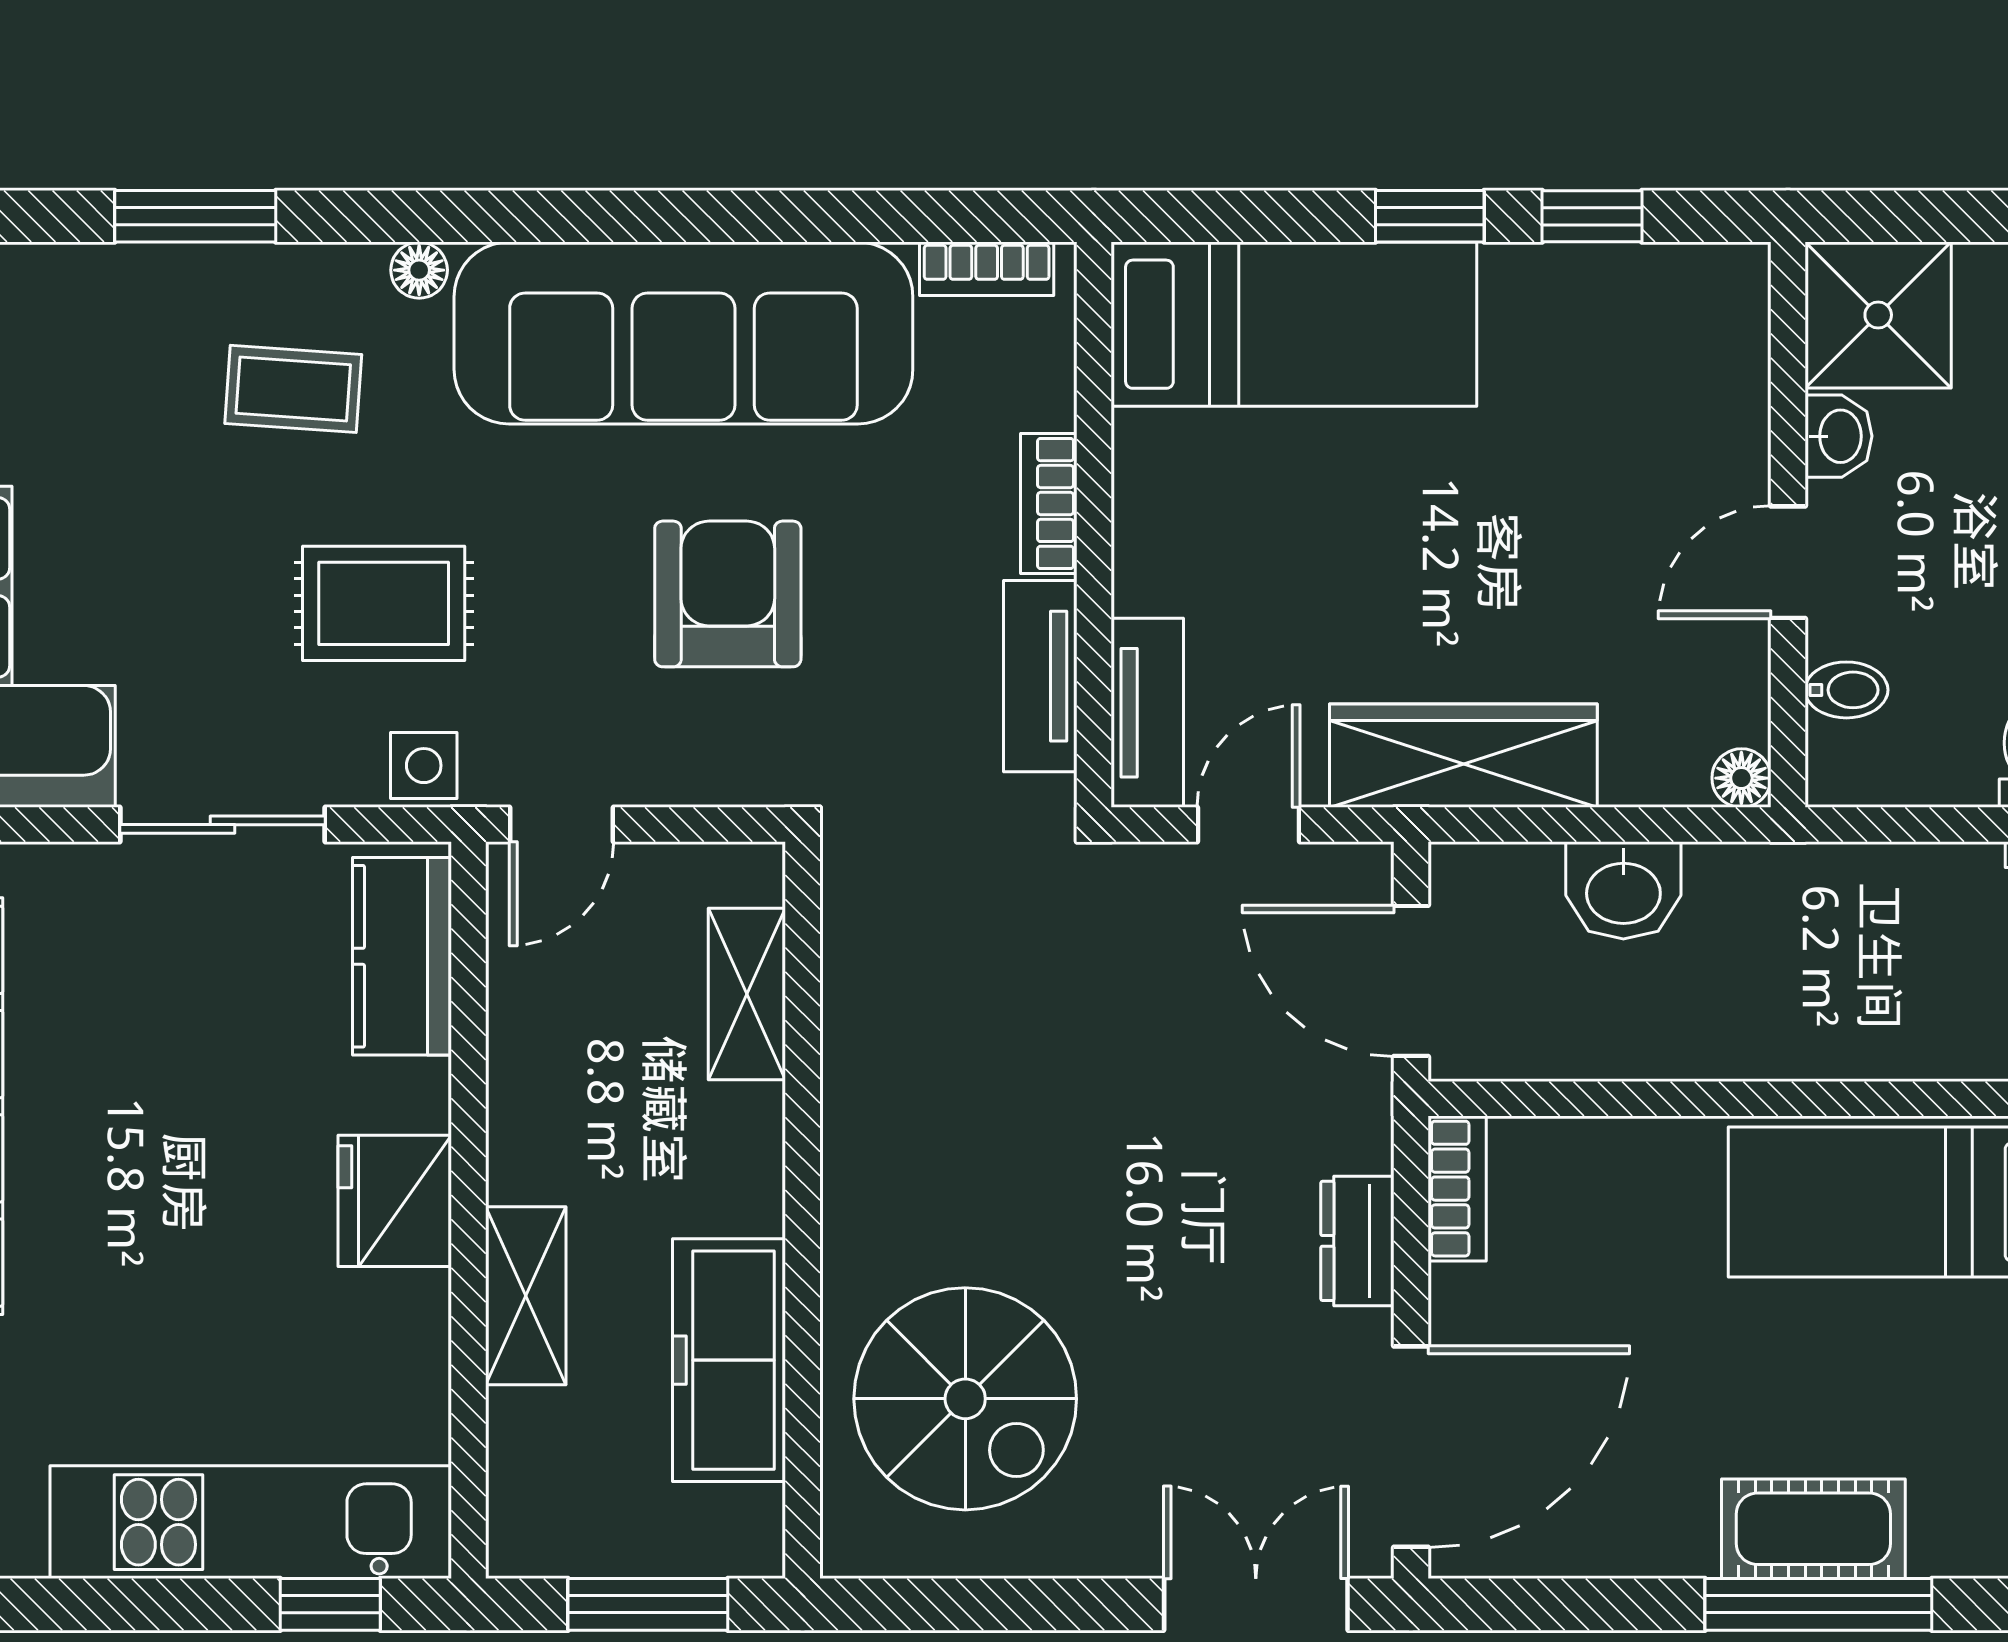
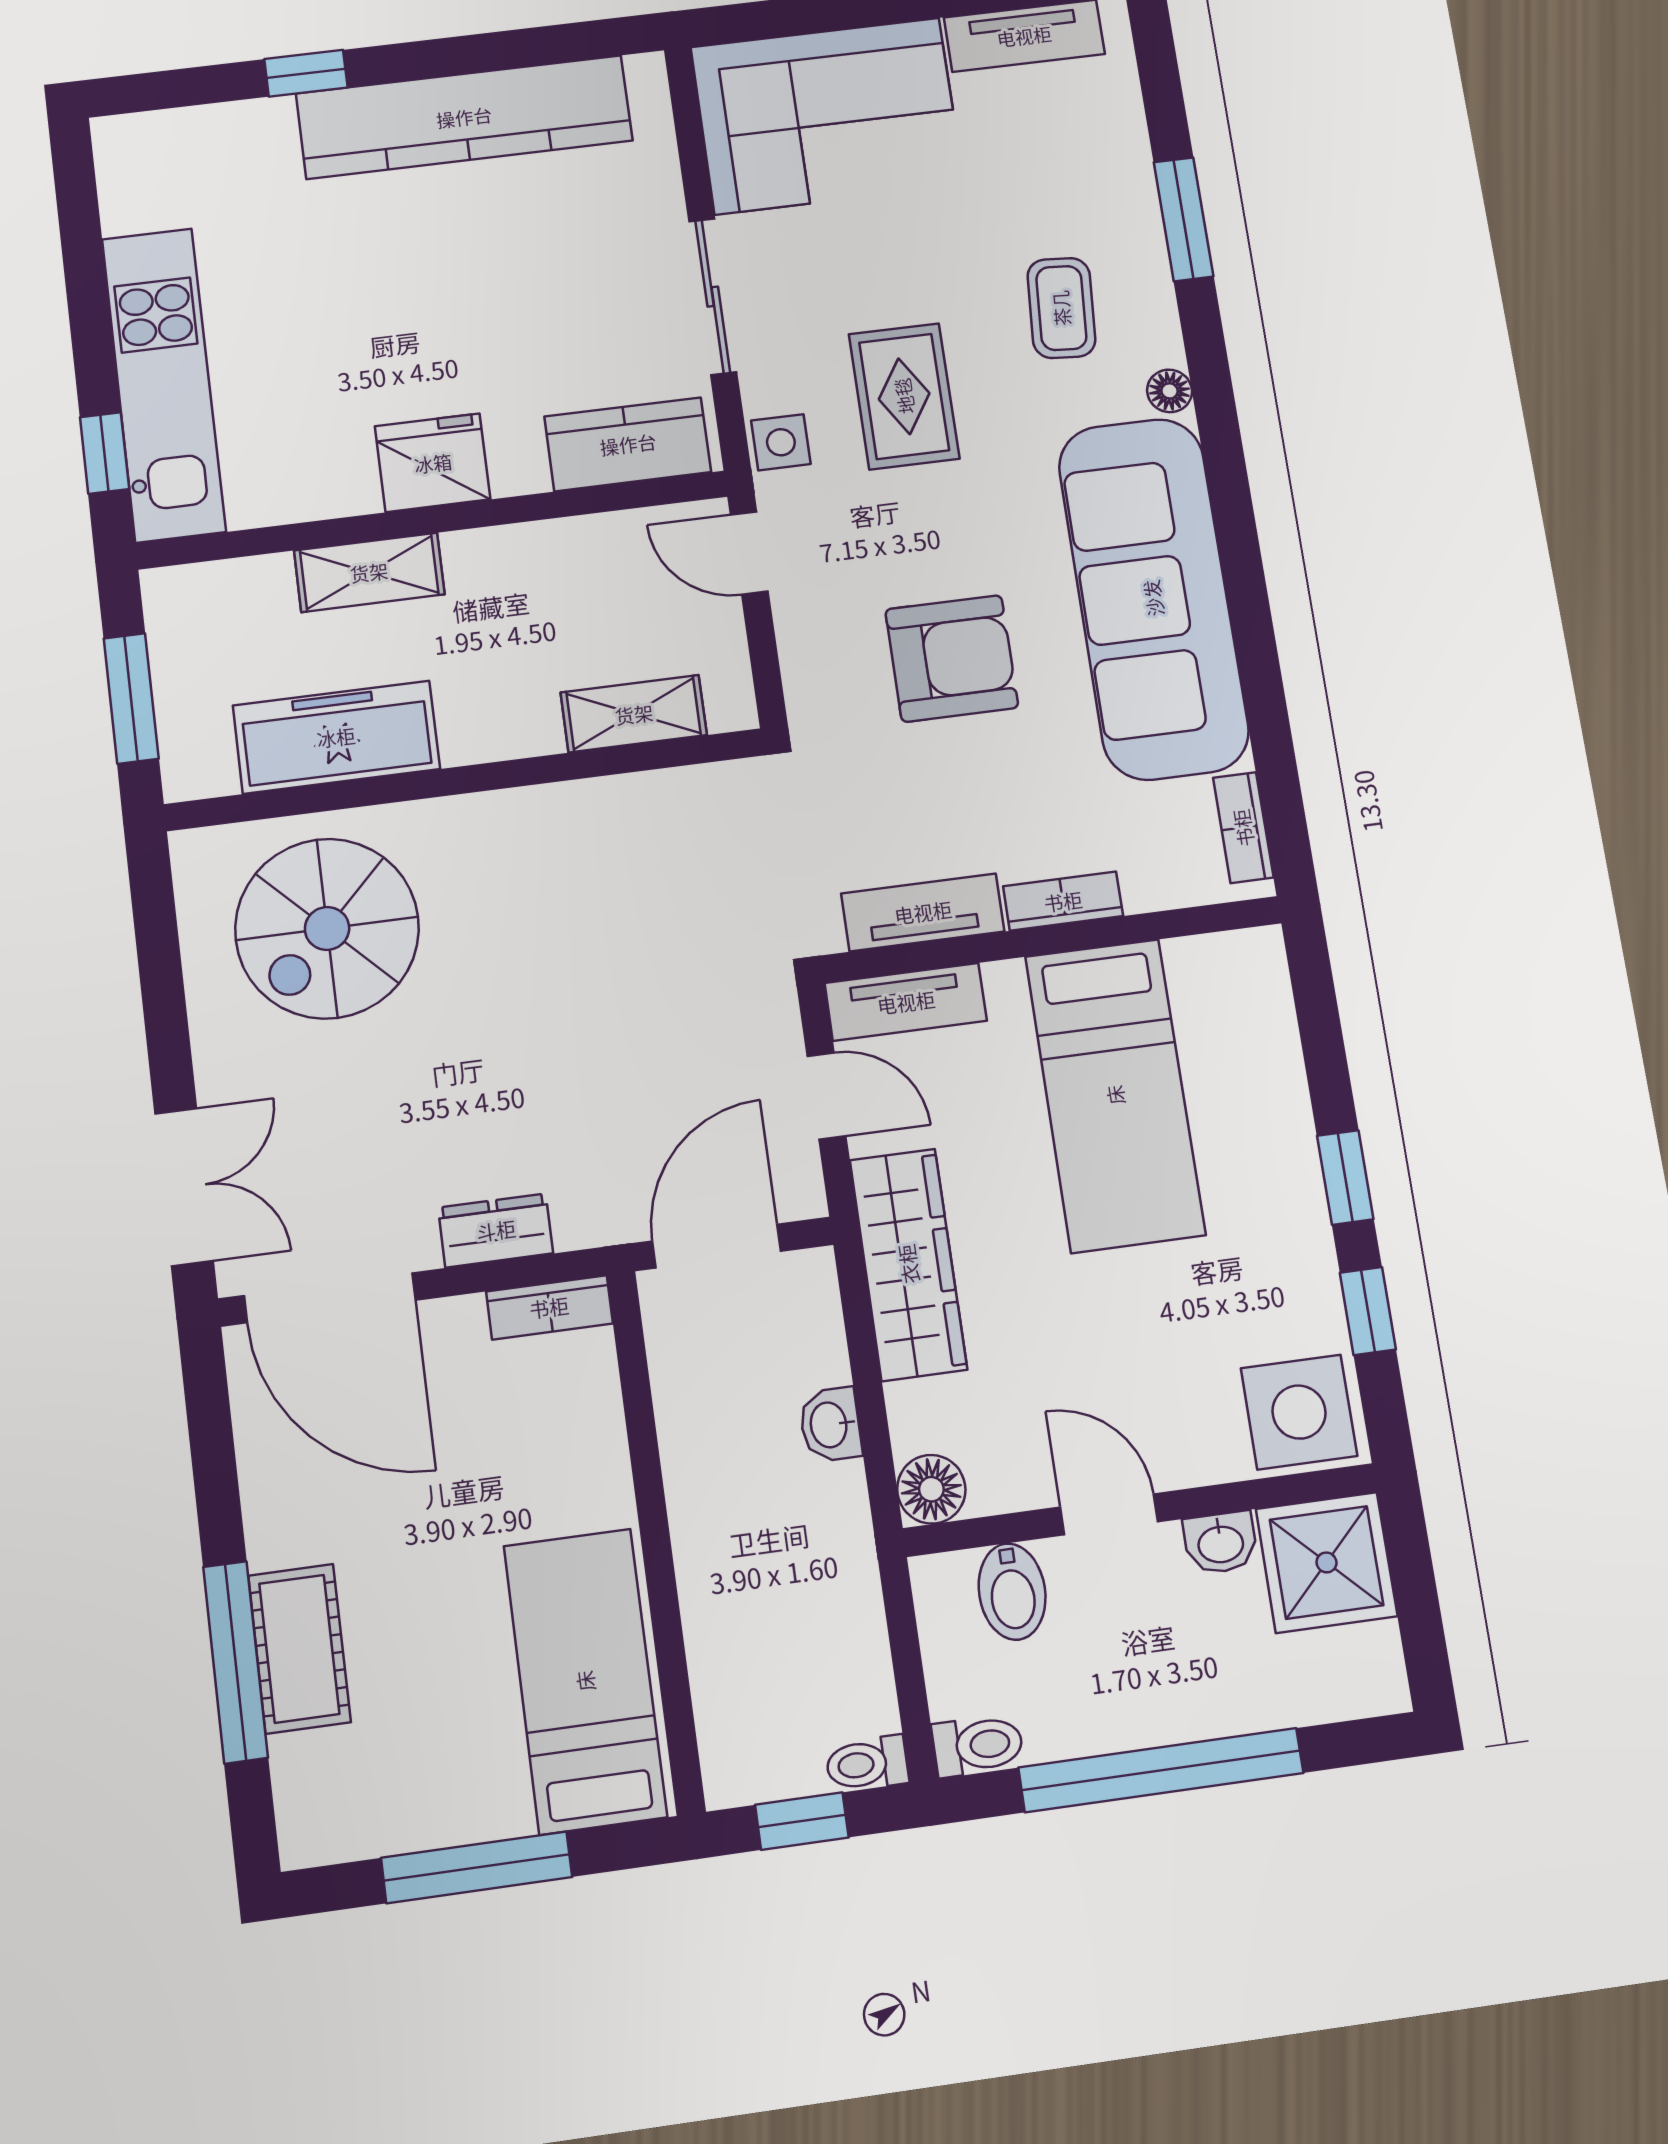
side table: (1700, 318) -> (1299, 1412), added
bed: (1294, 324) -> (1115, 1095), moved
bidet: (1846, 690) -> (1012, 1592), width x1.38, depth x1.36
floor lamp: (1741, 778) -> (931, 1489), width x1.37, depth x1.37
washbasin: (1623, 890) -> (830, 1425), width x0.72, depth x0.69

